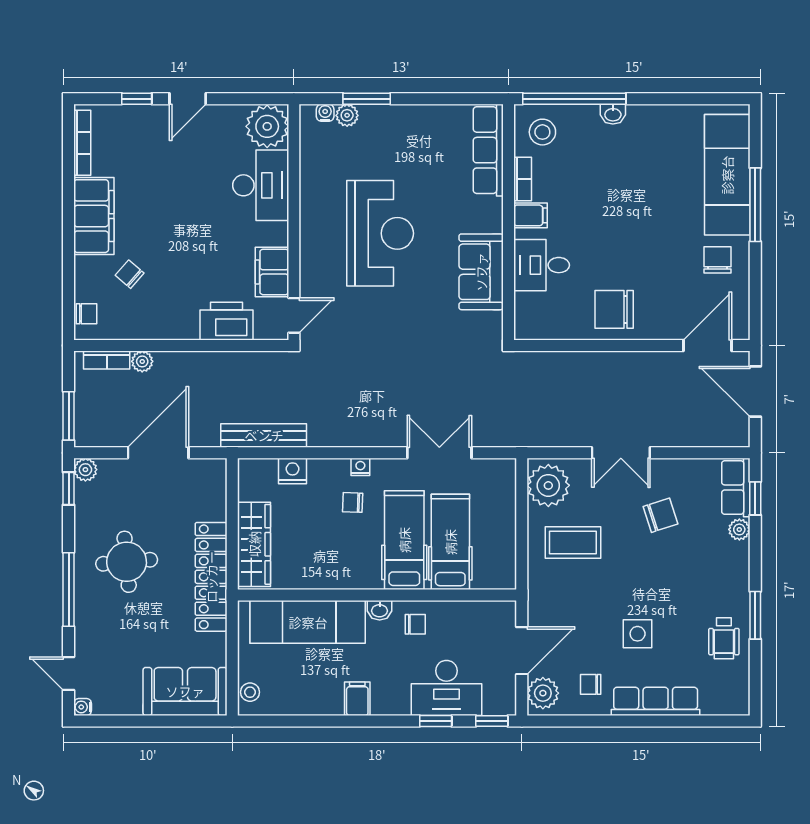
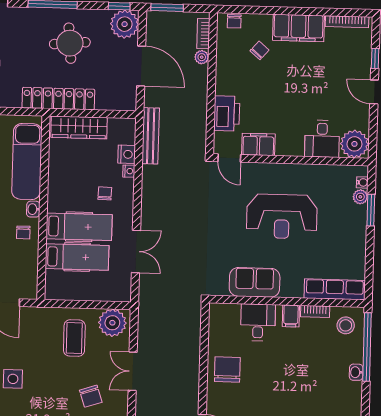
desk: (261, 185) -> (322, 139), width x0.73
nightstand: (360, 467) -> (129, 171), moved
plant: (85, 470) -> (125, 24), width x1.88, depth x1.88

